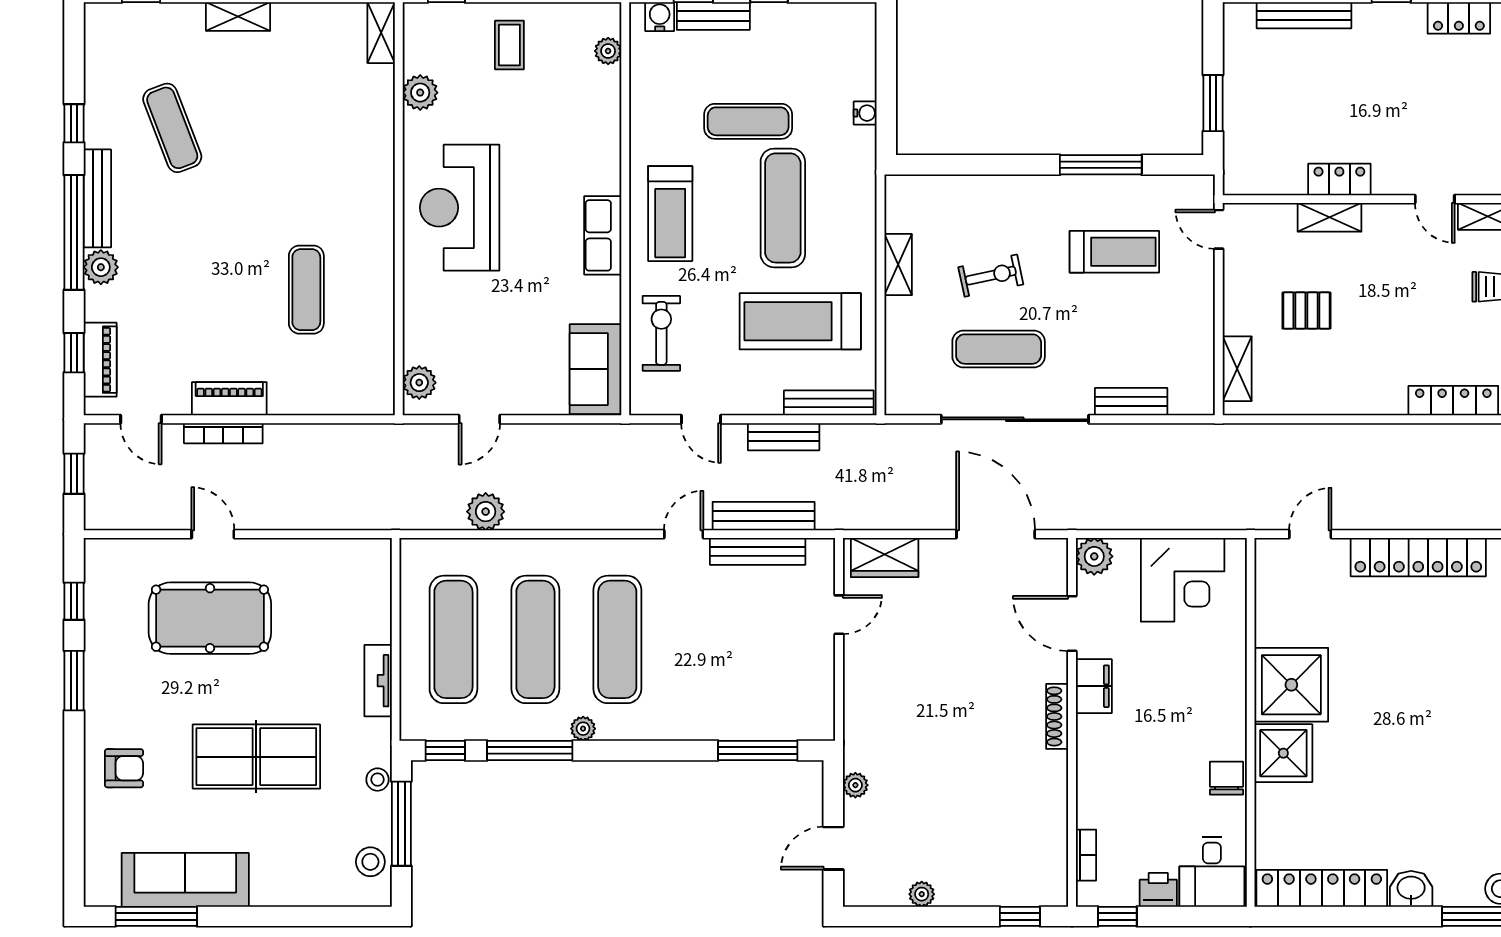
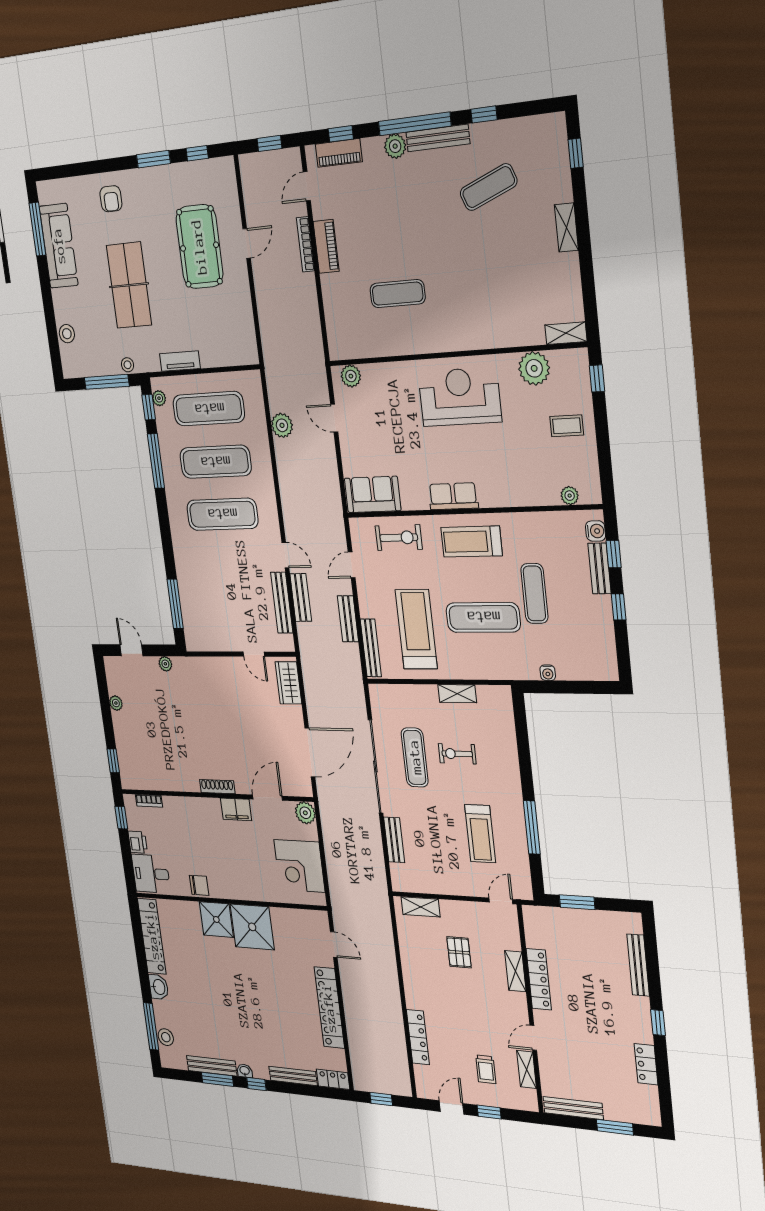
plant: (420, 93) -> (534, 368), width x1.36, depth x1.36
locker: (1339, 180) -> (539, 979), width x1.53
exercise bike: (991, 276) -> (457, 754), turned 102
bench: (764, 516) -> (301, 598), width x0.73
plant: (583, 729) -> (159, 398), moved
stool: (370, 862) -> (67, 334), moved

